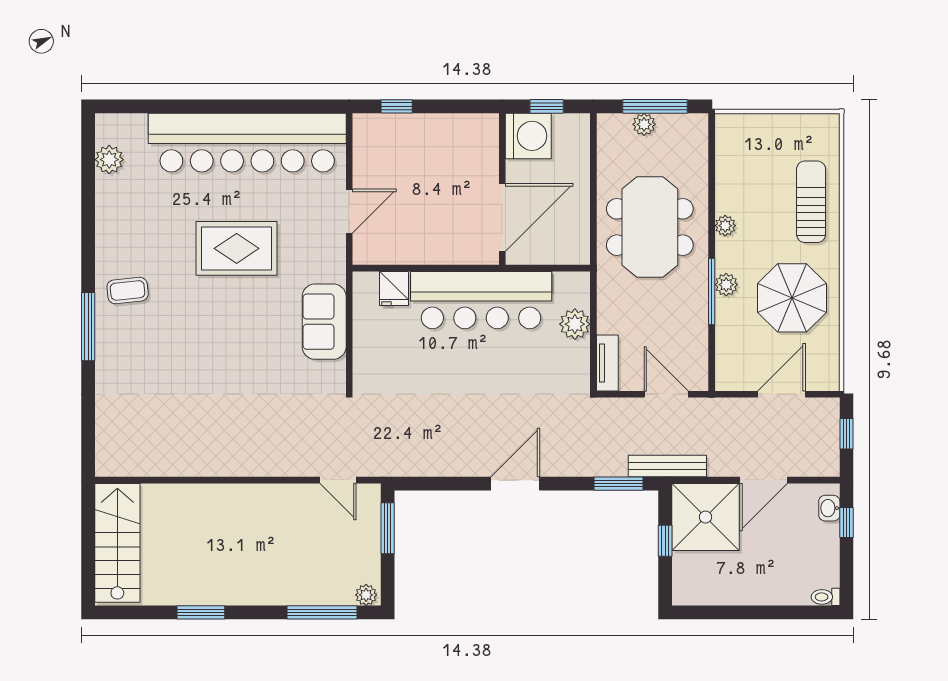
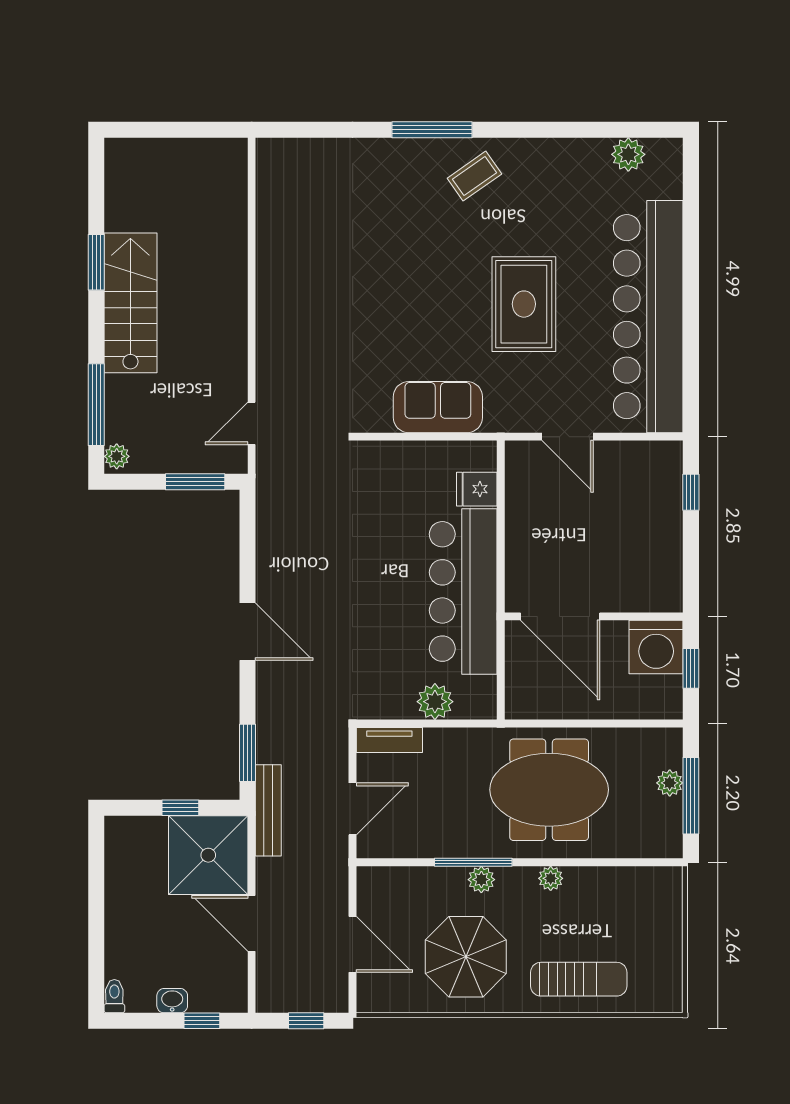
coffee table: (128, 290) -> (474, 176), turned 61
washbasin: (829, 508) -> (172, 1001), moved
stairs: (117, 543) -> (130, 303), moved, turned -90

